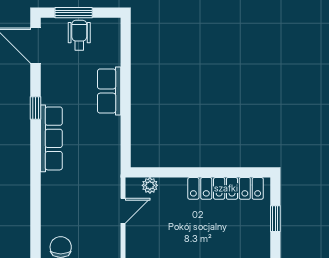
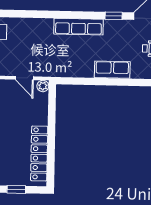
window: (35, 108) -> (114, 16), moved
plant: (150, 185) -> (43, 86), moved

